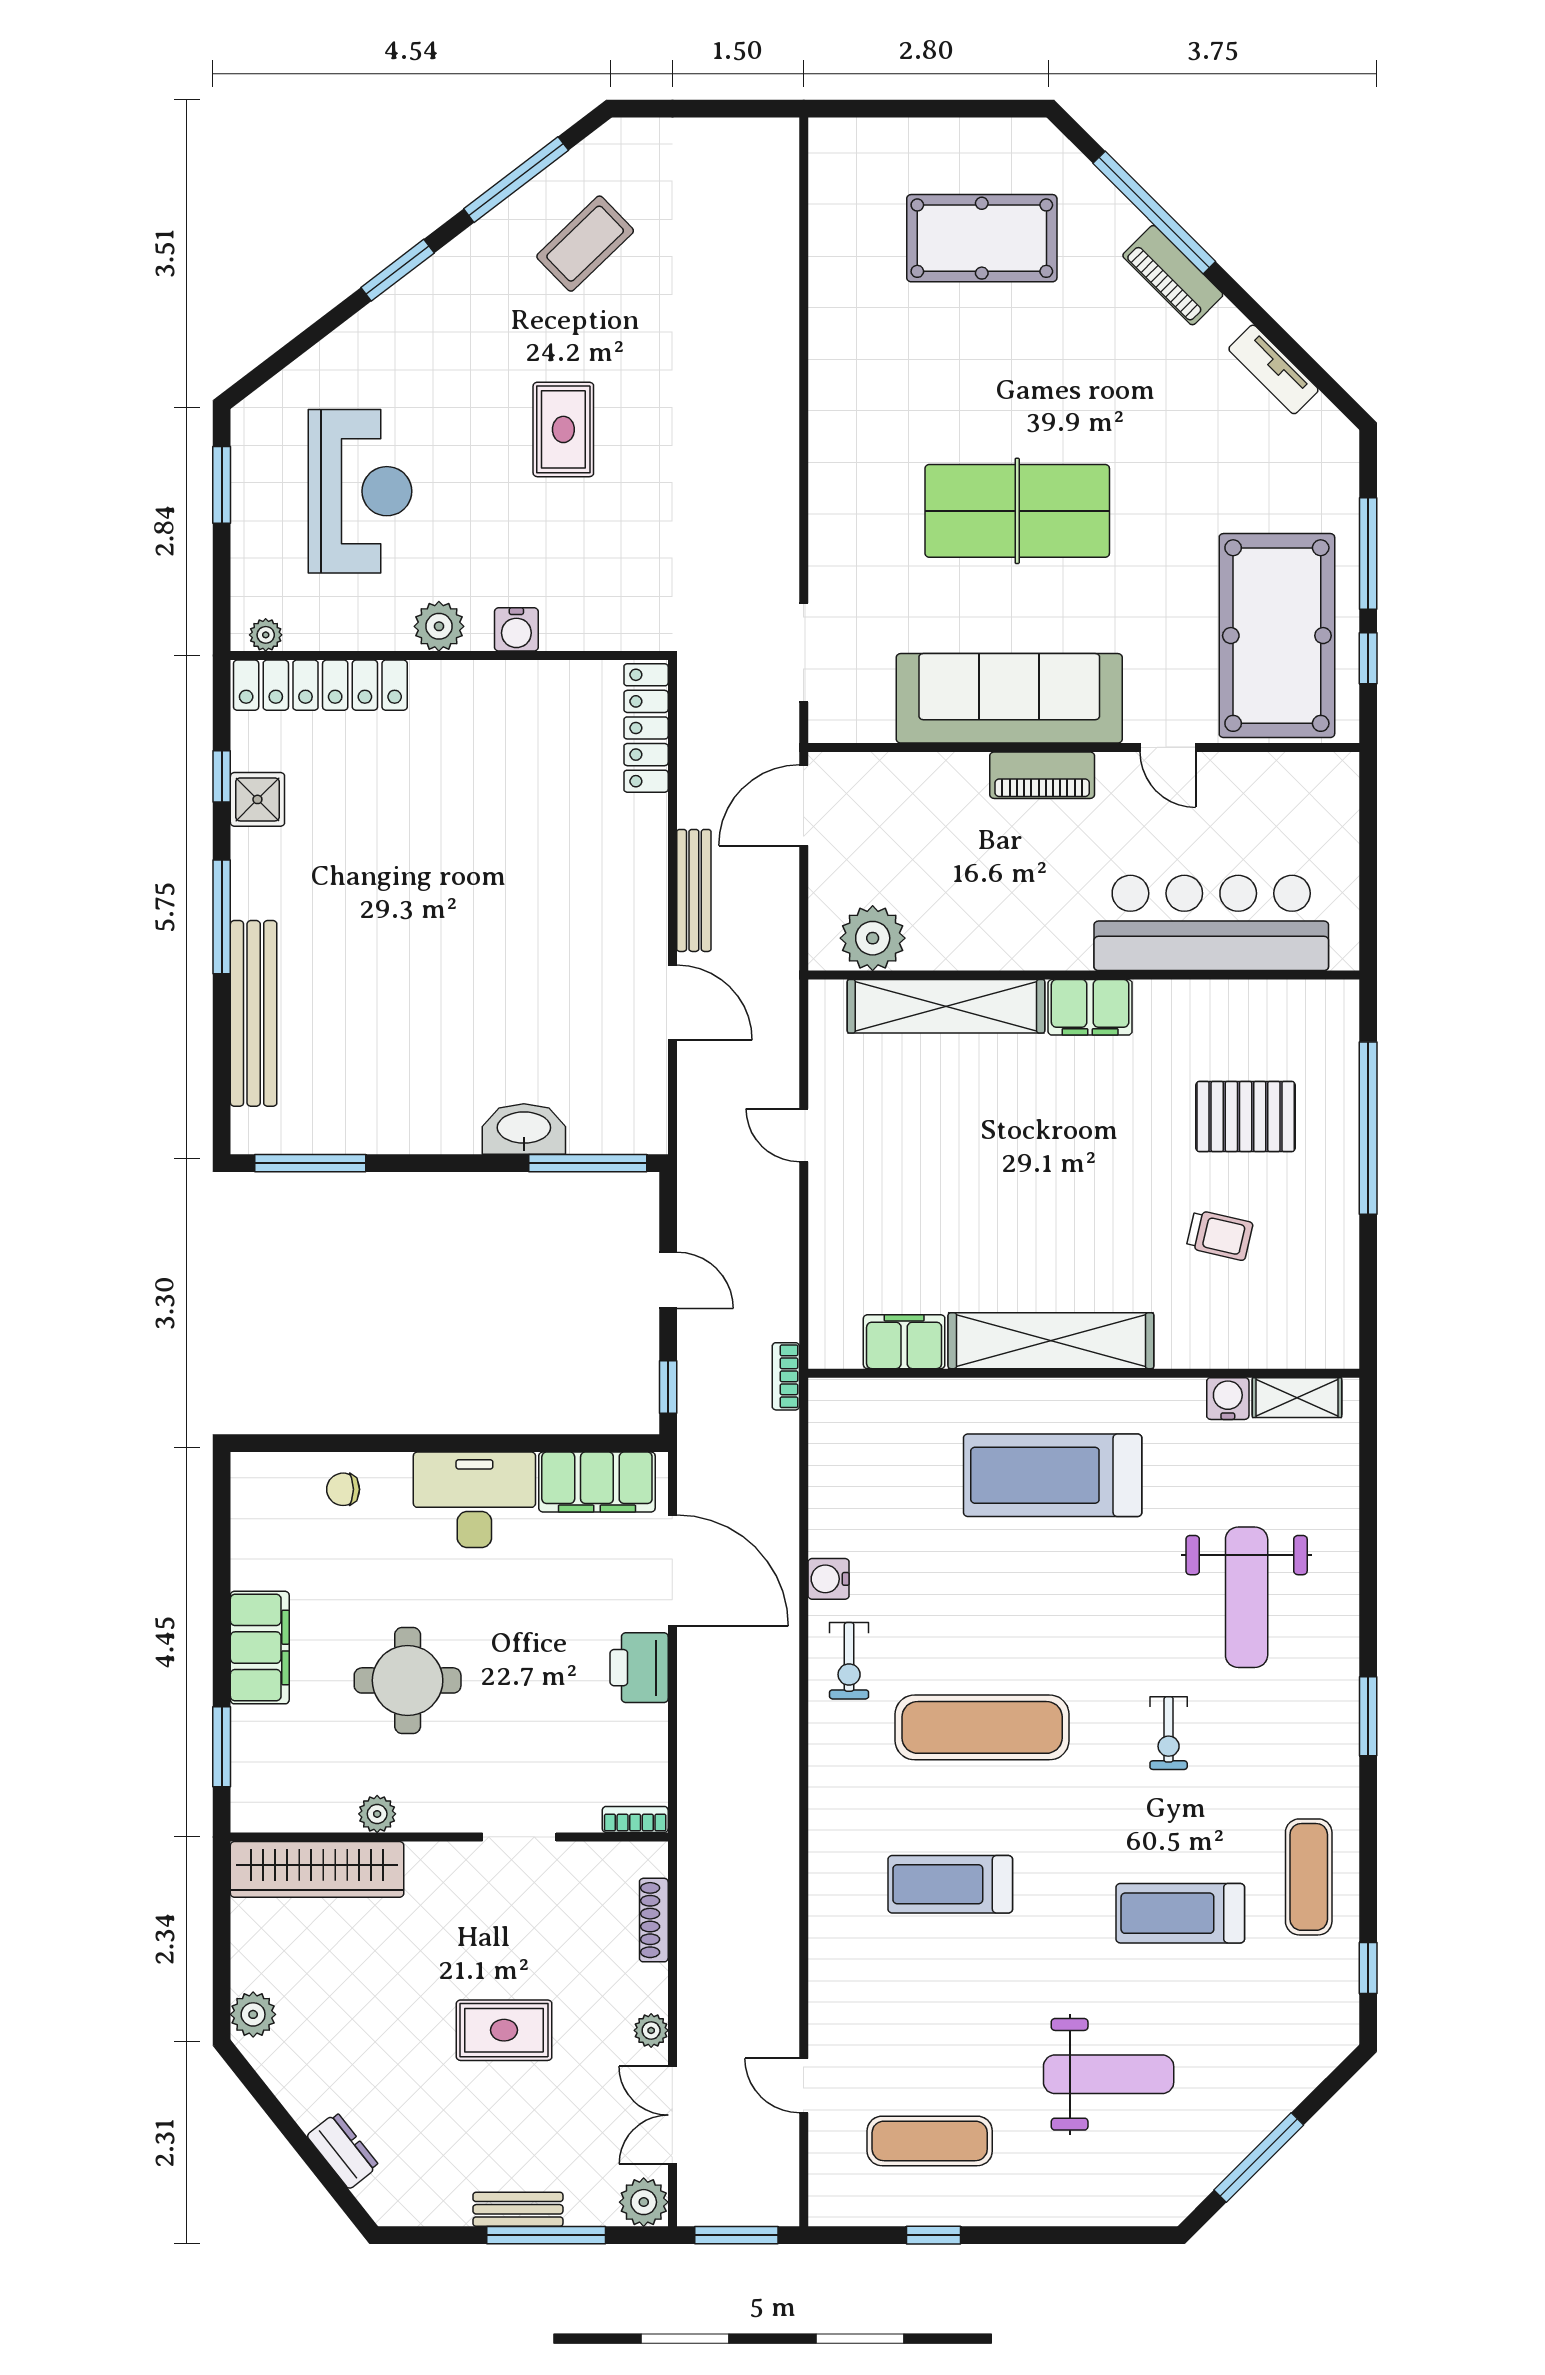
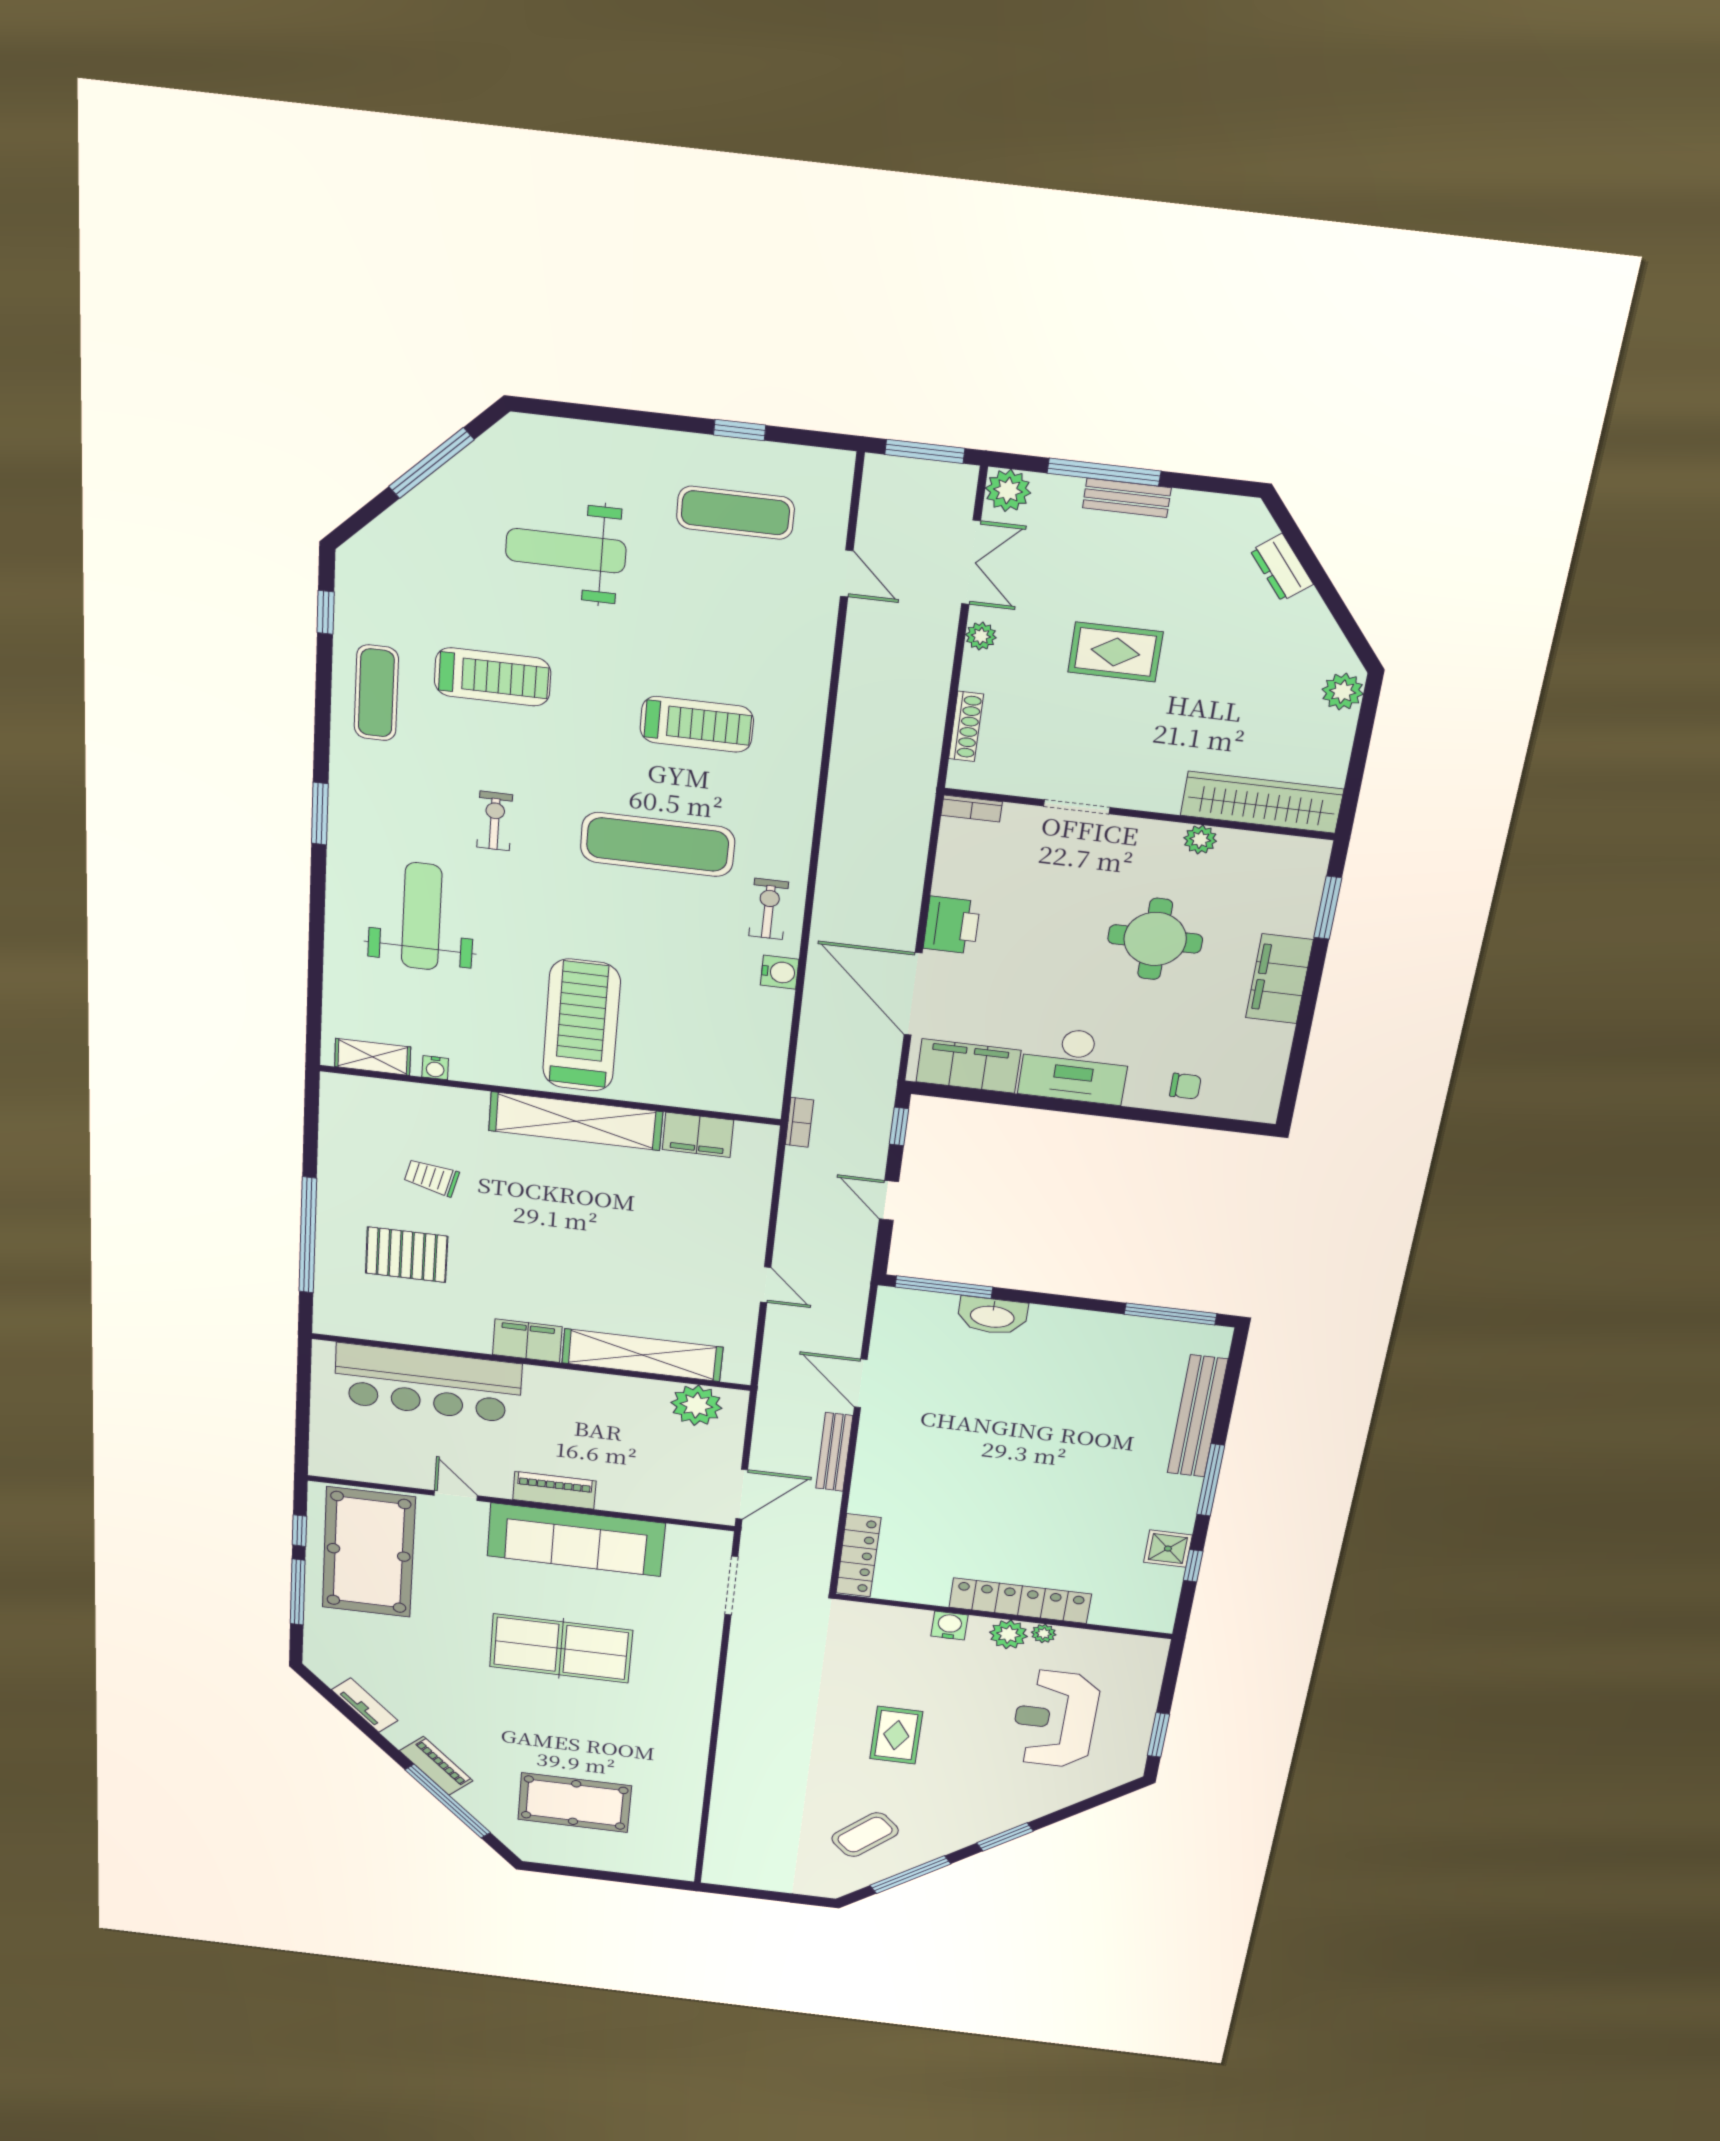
plant: (266, 635) -> (1044, 1634), moved
locker: (320, 685) -> (1020, 1601), moved
water cooler: (1228, 1399) -> (435, 1068), width x0.72, depth x0.72
treadmill: (1053, 1475) -> (581, 1025), turned -90

